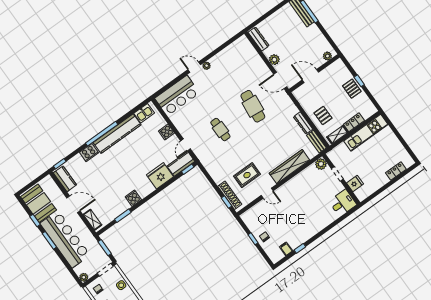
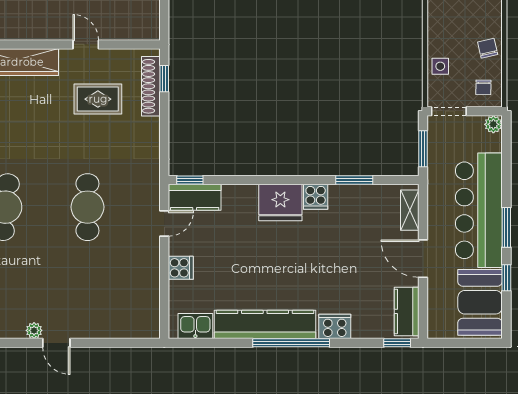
bar counter: (177, 96) -> (119, 316), removed
cafe table: (220, 130) -> (87, 207), width x1.37, depth x1.35
fridge: (160, 176) -> (280, 203), moved

